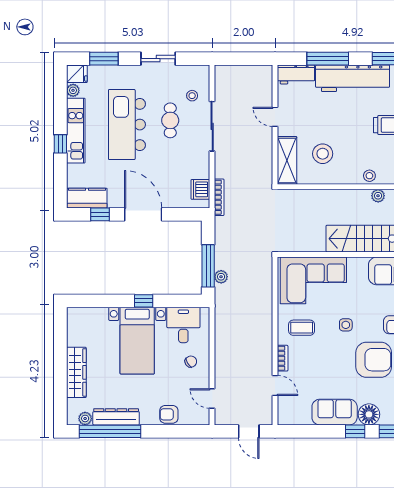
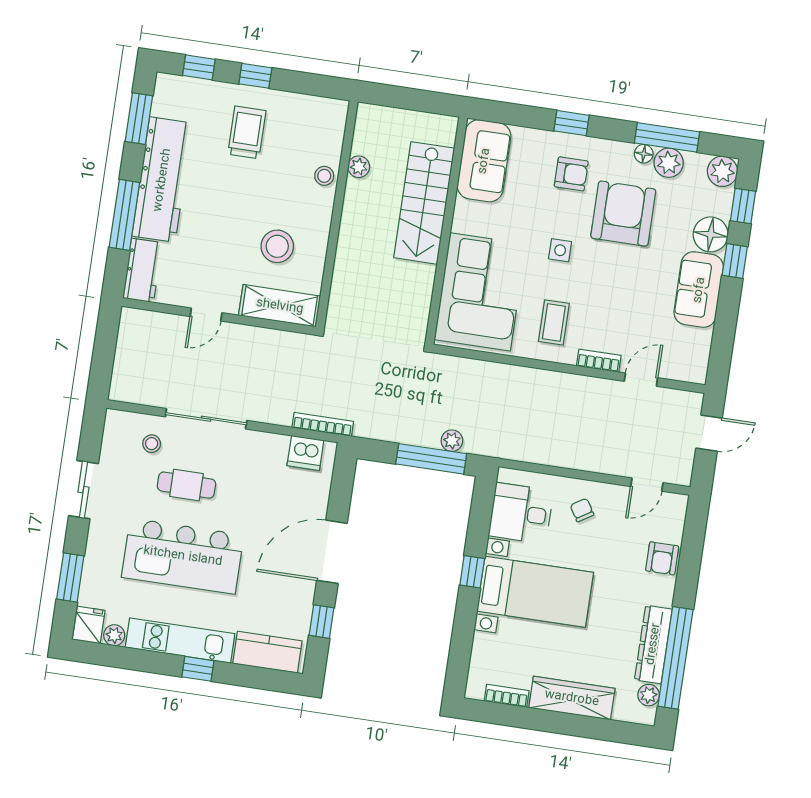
kitchen counter: (87, 198) -> (267, 652), moved, turned 90
bookcase: (72, 333) -> (507, 696), added

